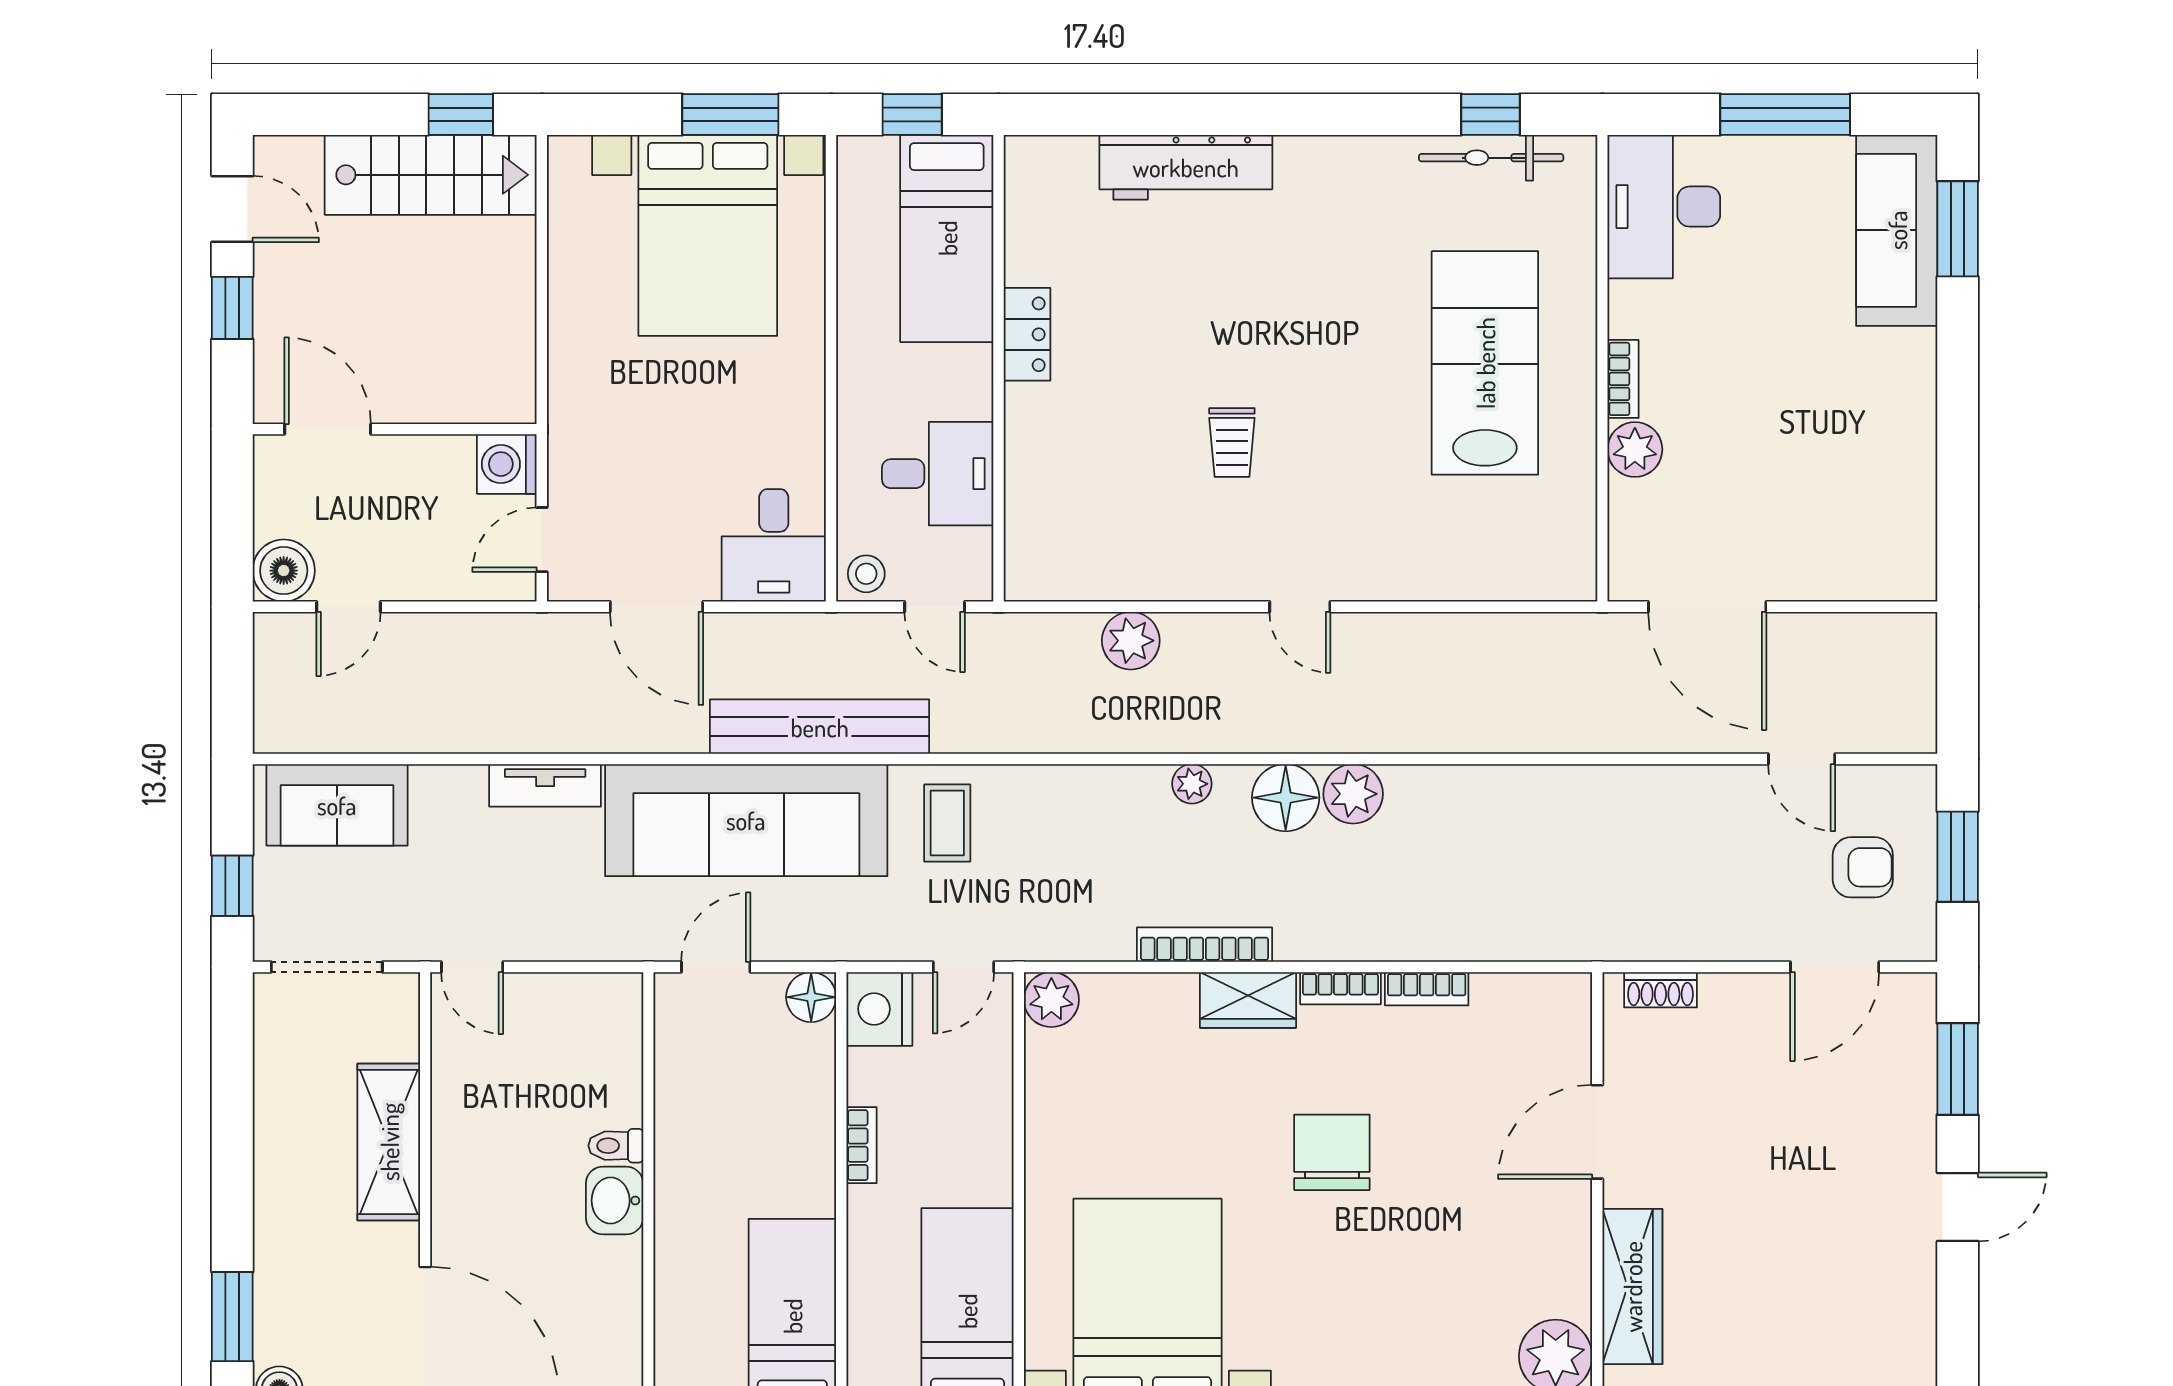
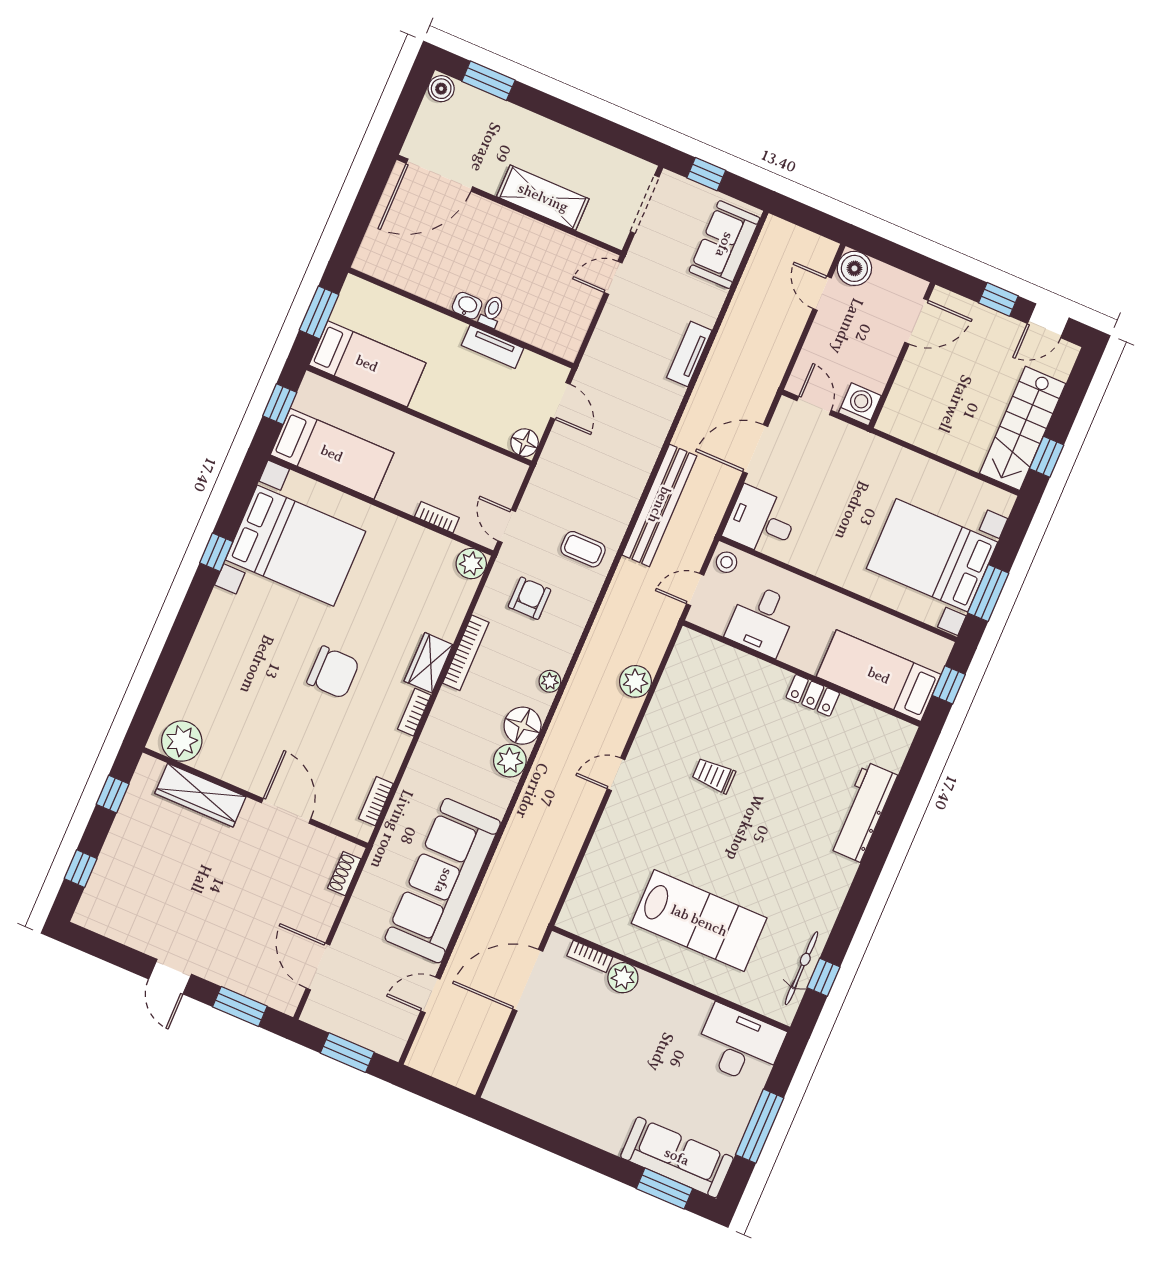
bookcase: (1623, 379) -> (590, 956), moved
sofa: (746, 820) -> (443, 881), moved
armchair: (1863, 867) -> (530, 598), moved, turned 180
bookcase: (1427, 989) -> (376, 801), moved
nightstand: (879, 1009) -> (504, 475), removed
tv unit: (674, 1119) -> (493, 347), added
bookcase: (861, 1145) -> (437, 517), moved, turned 180
washbasin: (615, 1201) -> (467, 306), width x0.72, depth x0.69

